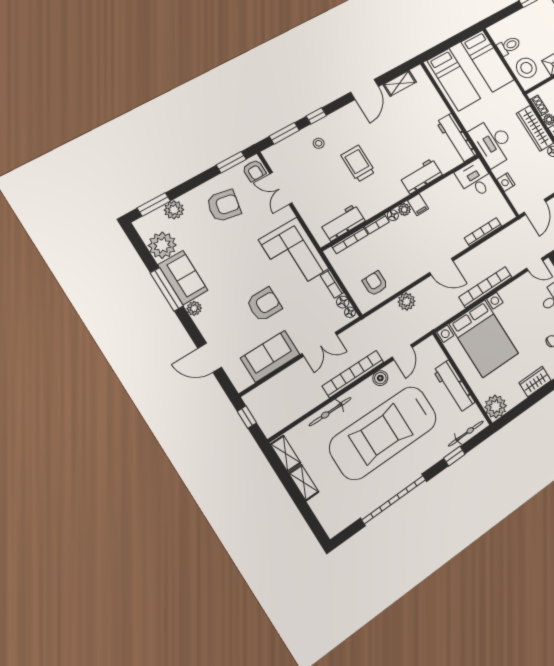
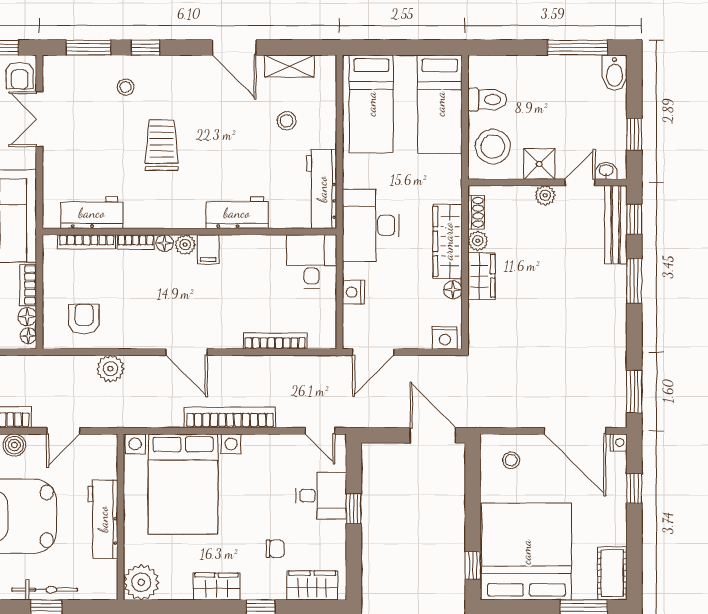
door: (365, 89) -> (234, 48), hinge flipped
stool: (416, 113) -> (287, 121), added
bicycle: (466, 434) -> (45, 590), moved

